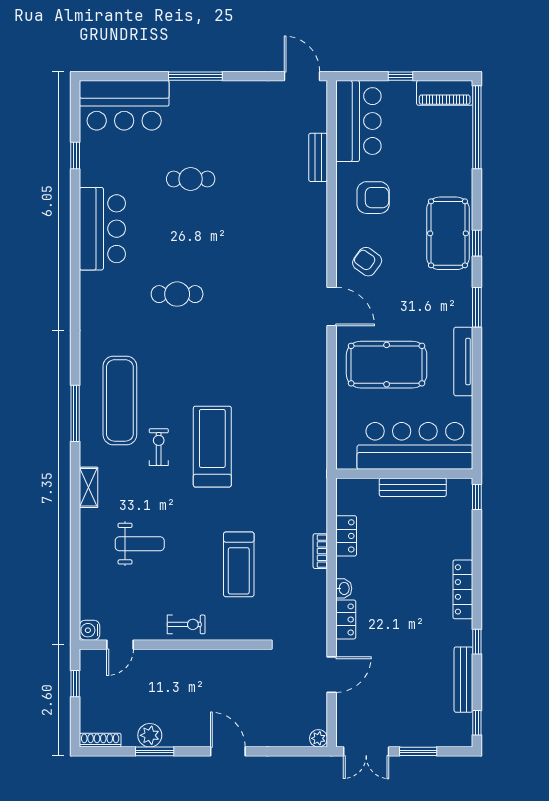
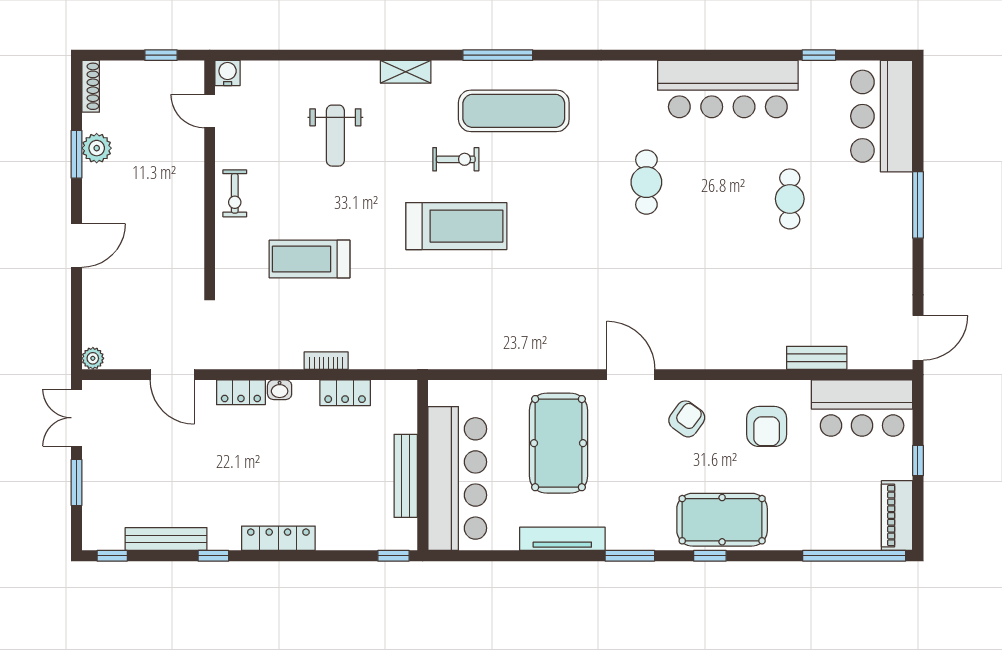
bar counter: (102, 229) -> (728, 89), width x1.36
door: (332, 307) -> (631, 375), swing flipped

